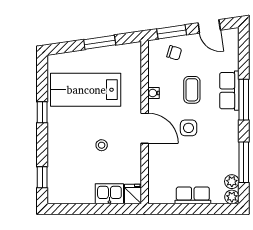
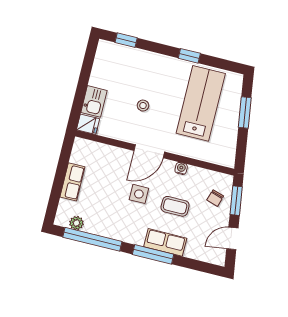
window: (100, 42) -> (245, 113), moved
window: (244, 162) -> (92, 239), width x1.46
plant: (232, 197) -> (62, 219), removed

